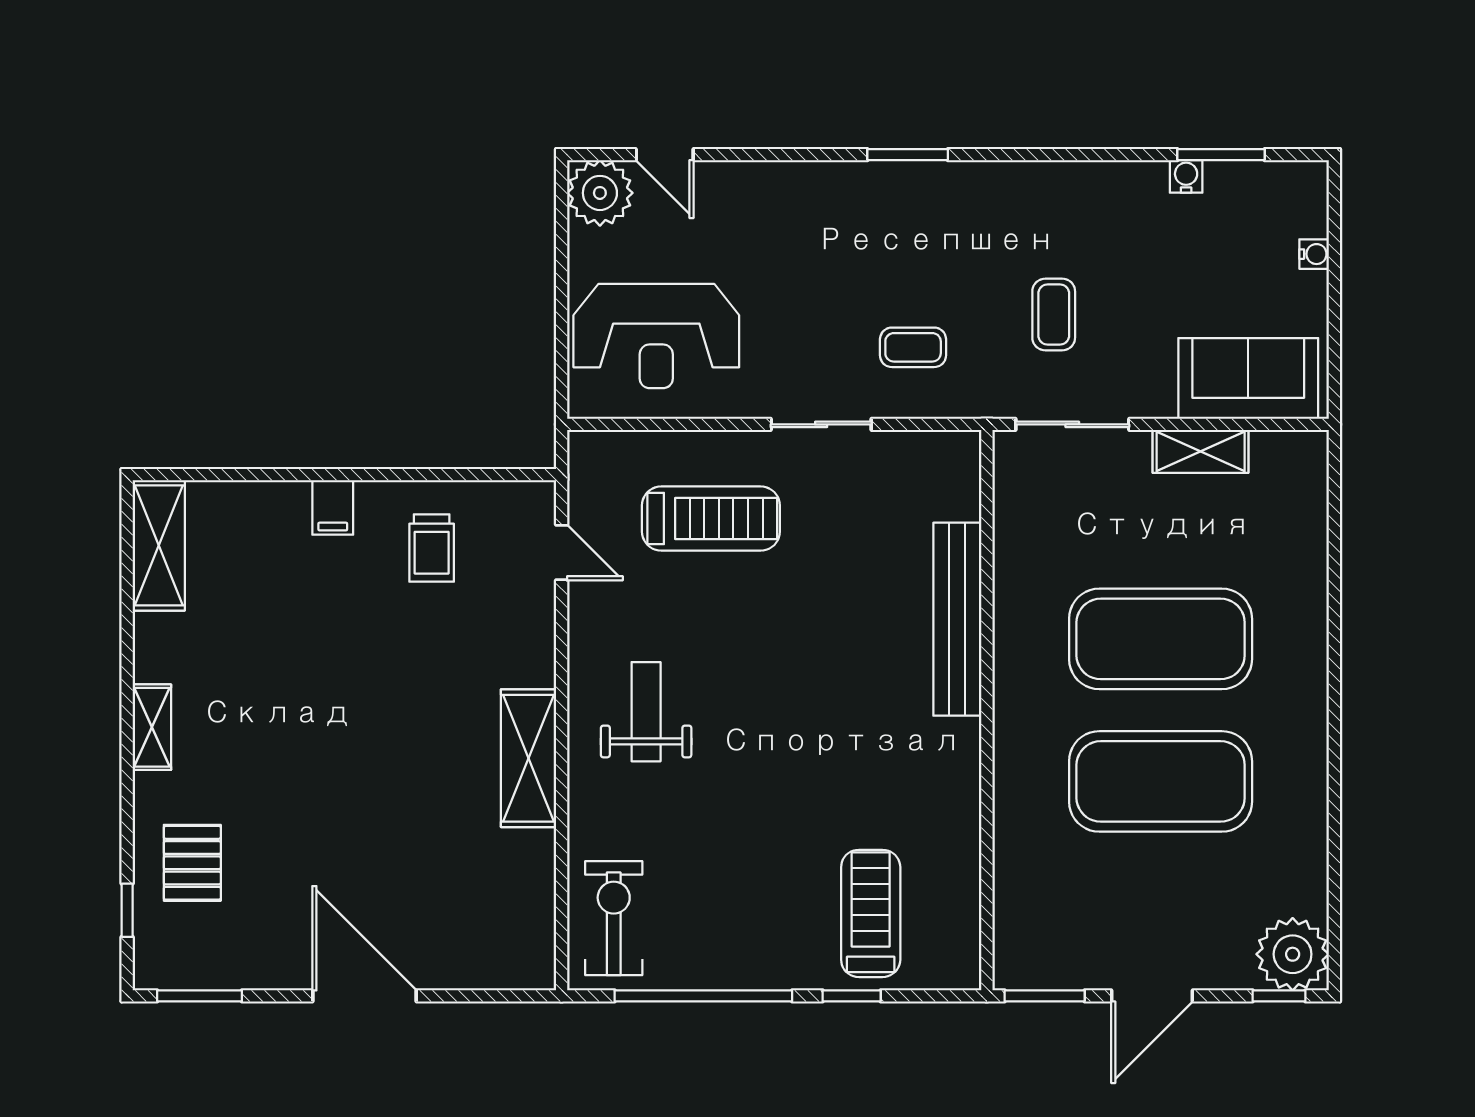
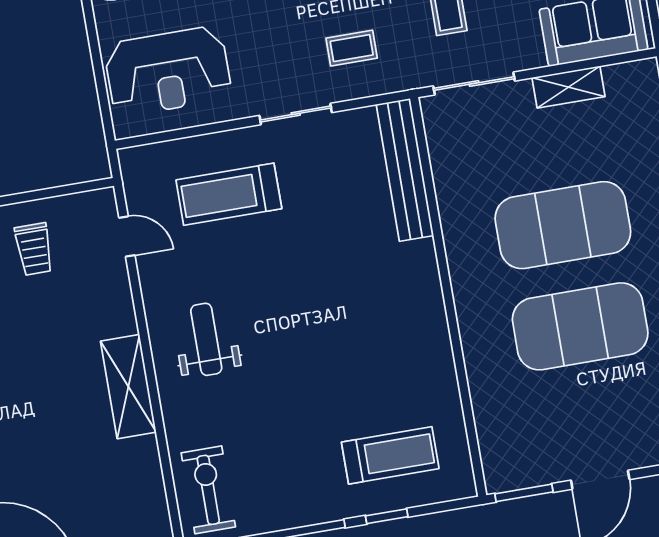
treadmill: (711, 519) -> (229, 194), turned 180
bench: (957, 619) -> (405, 170), moved
treadmill: (871, 913) -> (390, 455), turned 90

